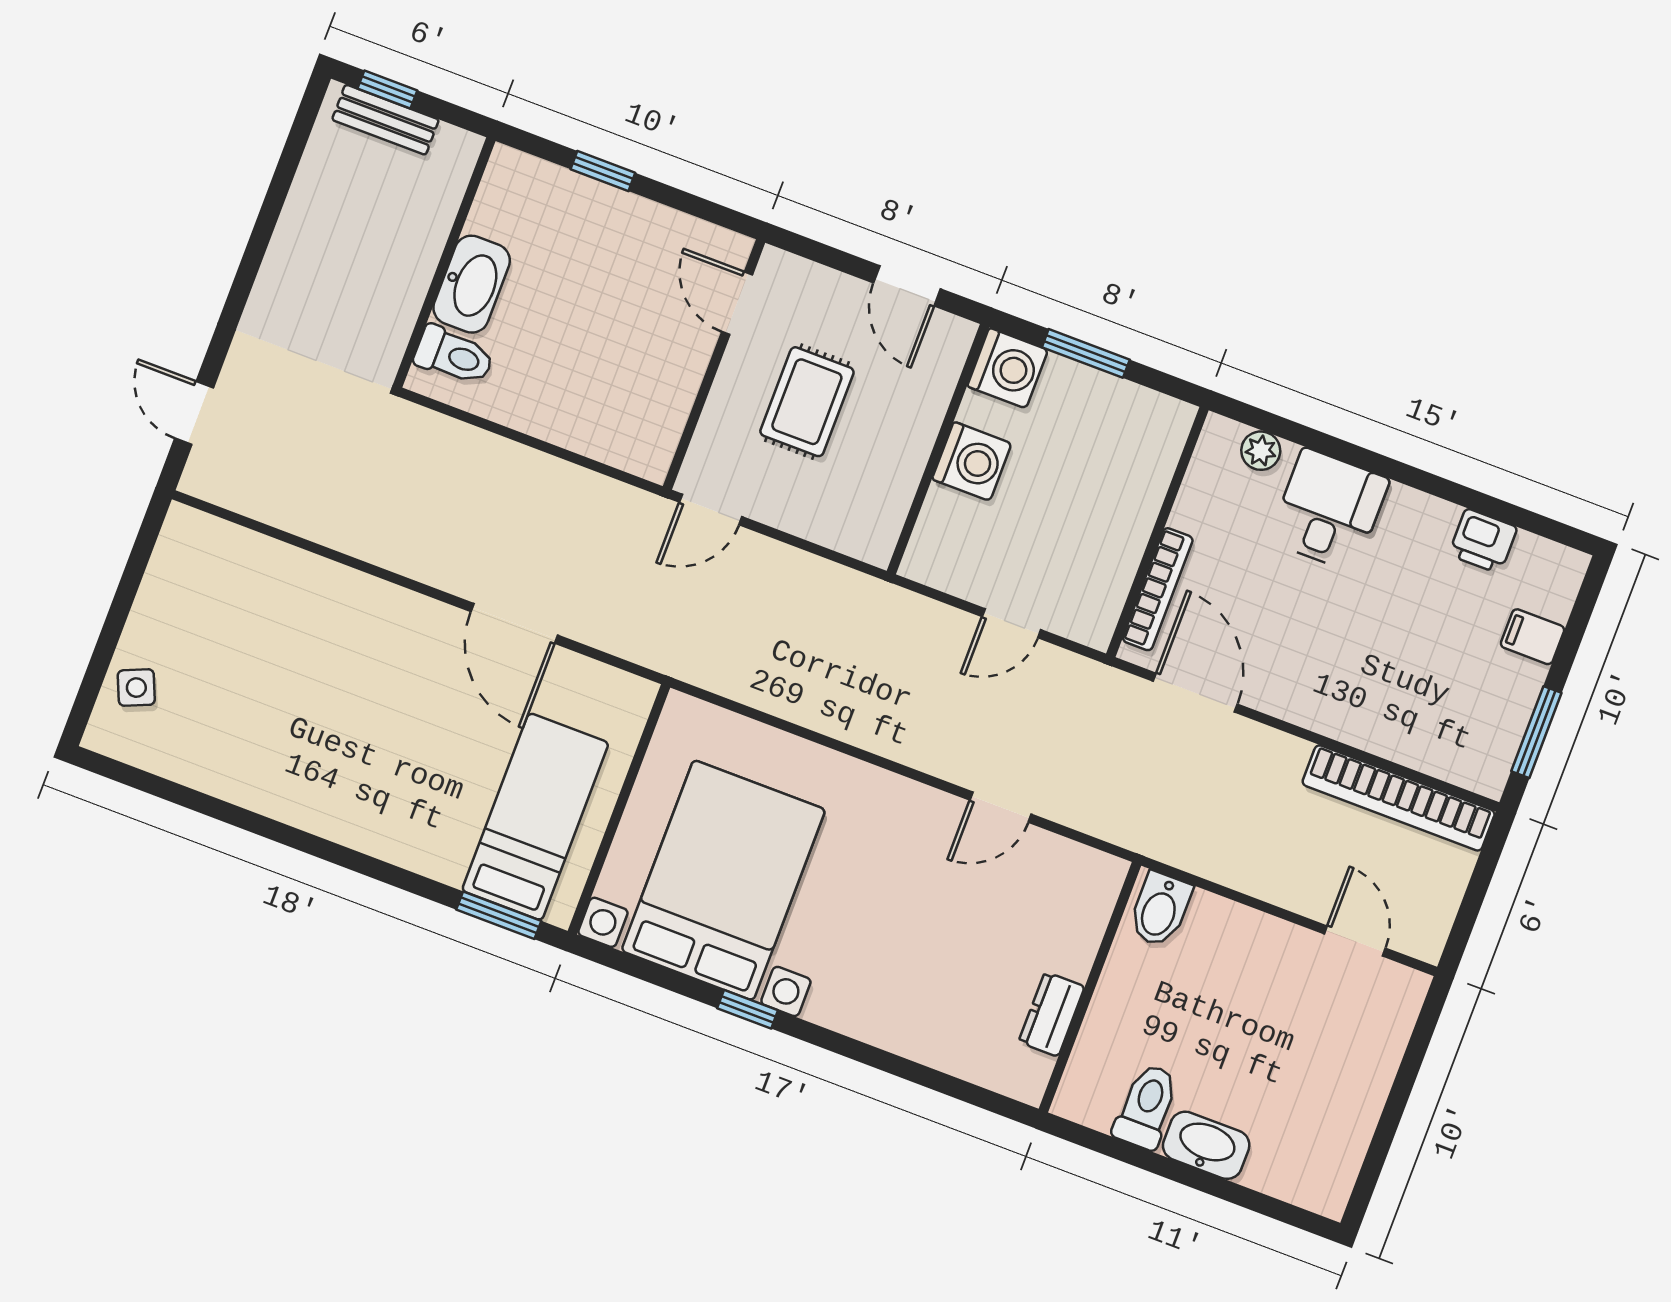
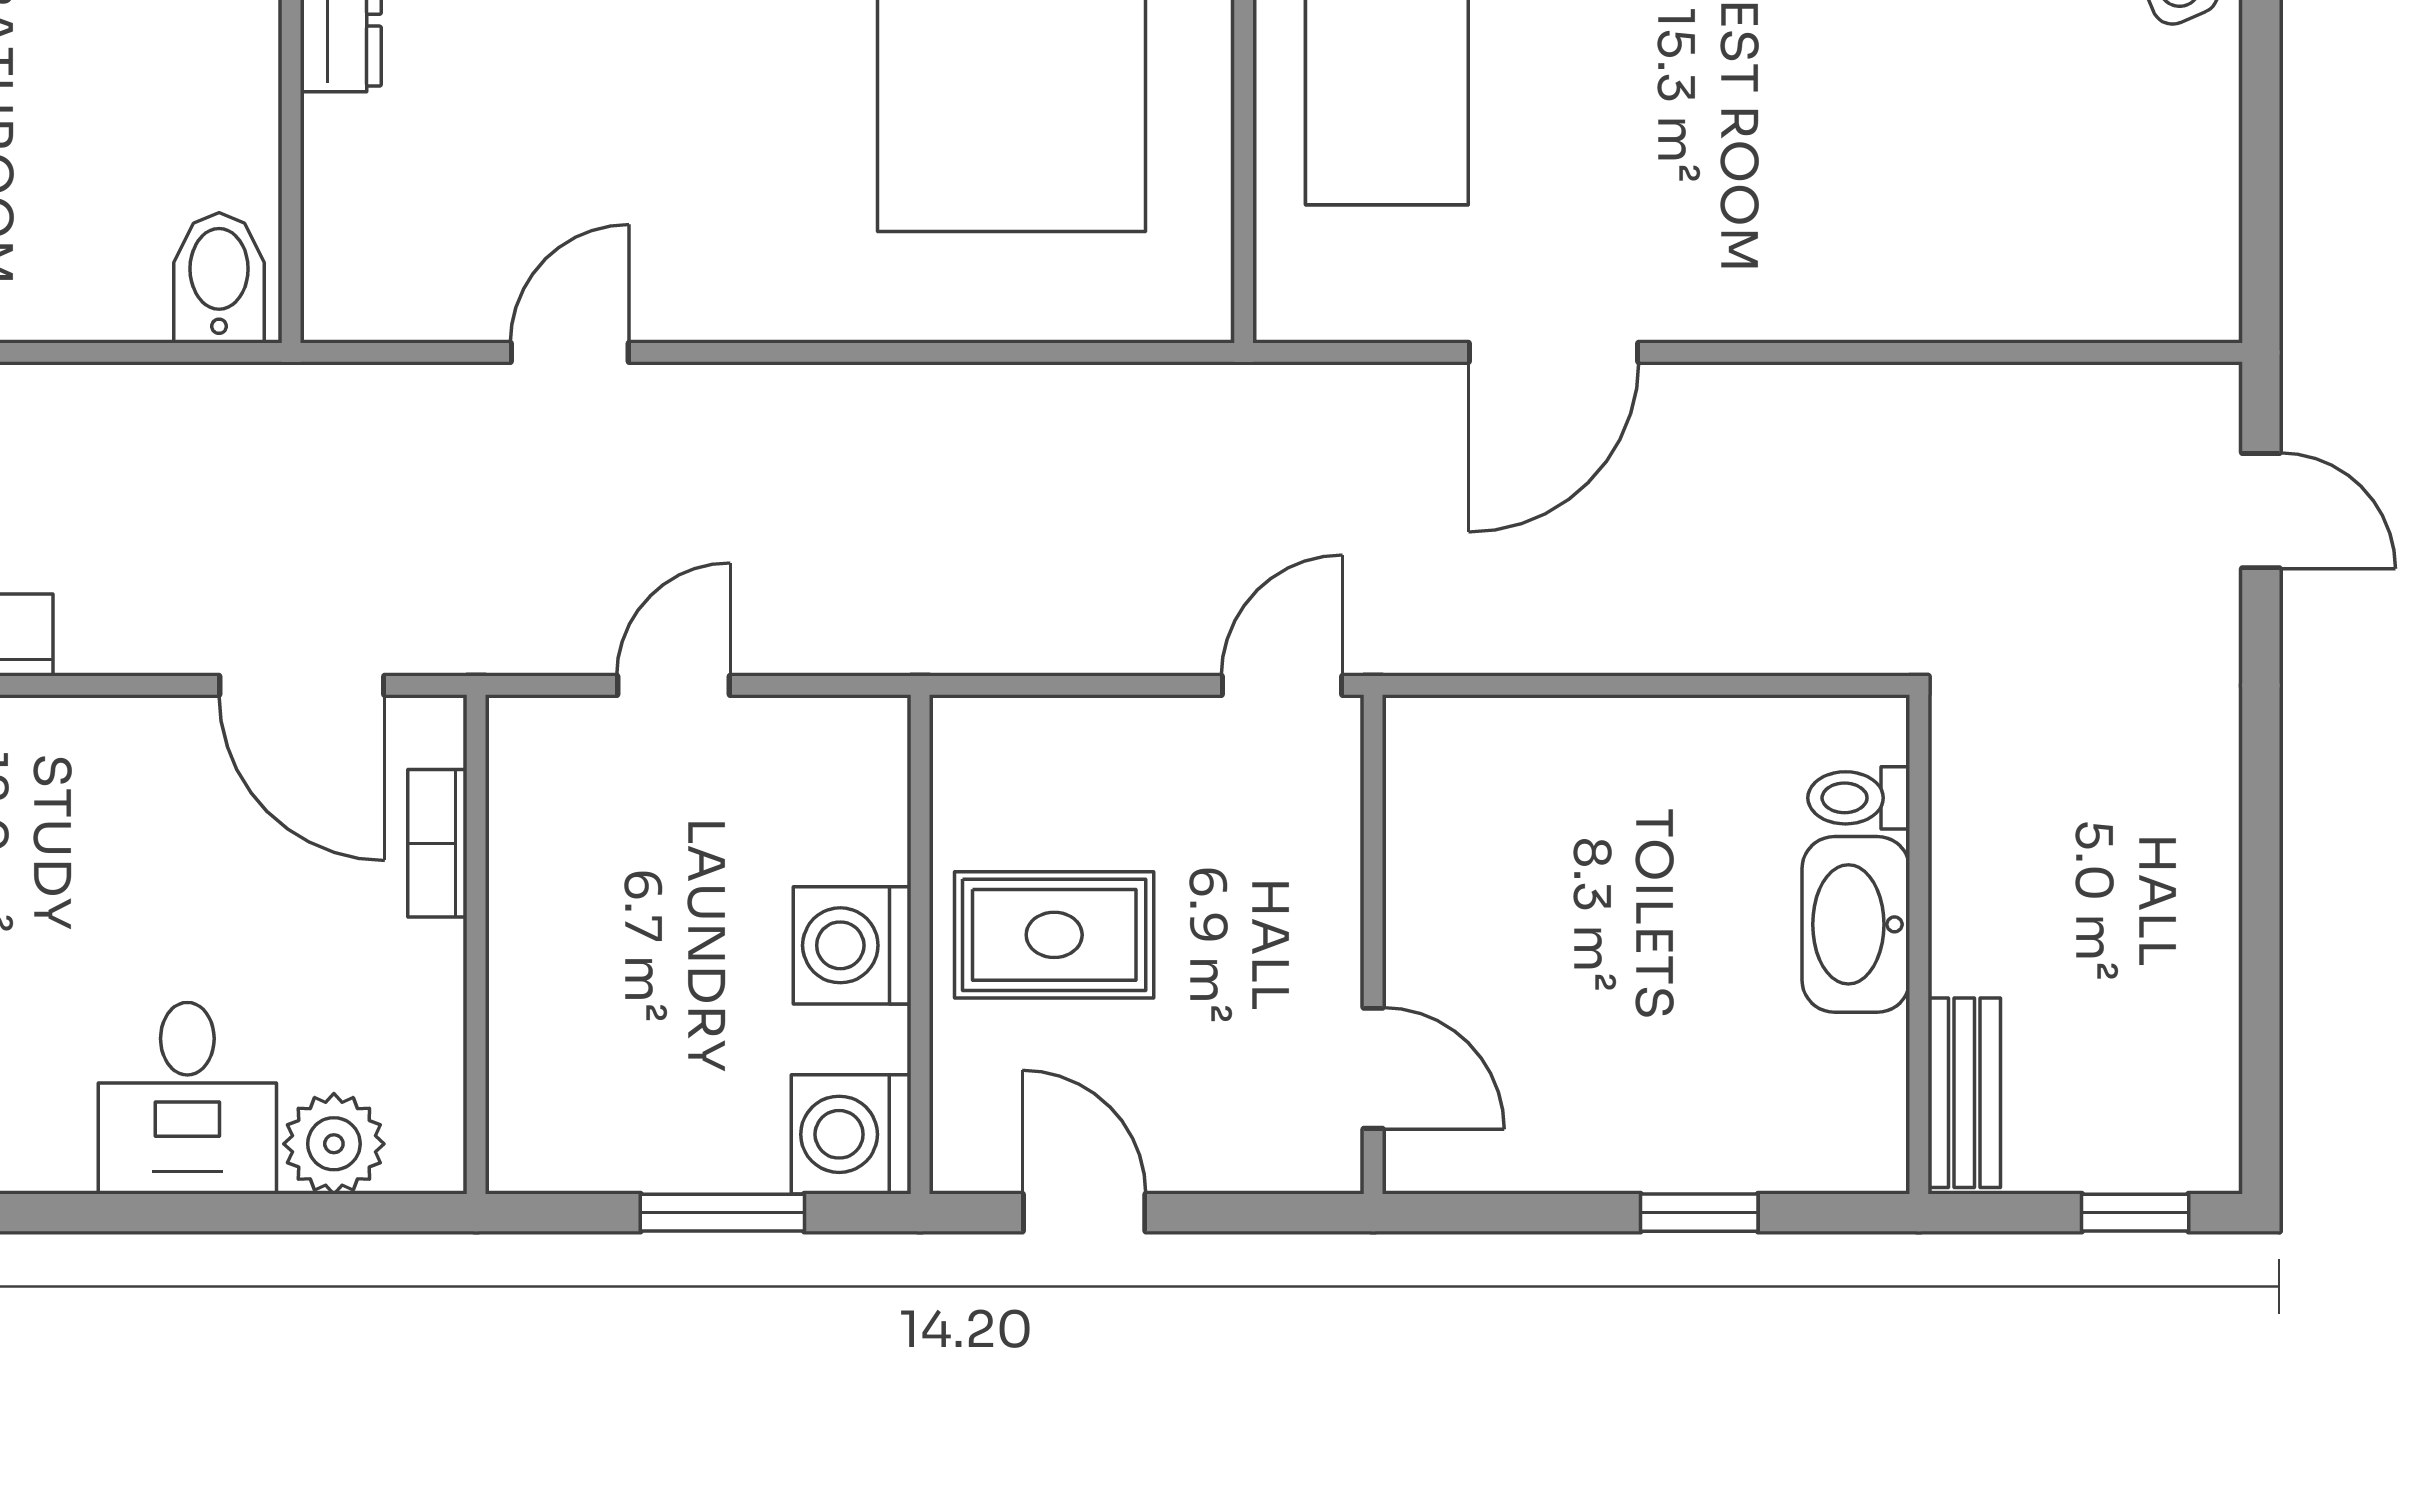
bench: (385, 120) -> (1964, 1093), moved, turned 90
toilet: (454, 356) -> (1859, 798), width x0.73, depth x0.72
rug: (807, 402) -> (1054, 935), moved, turned 90
plant: (1261, 451) -> (334, 1144), width x1.38, depth x1.38
bookcase: (1158, 589) -> (437, 843), width x0.64
door: (514, 623) -> (1553, 352), swing flipped

